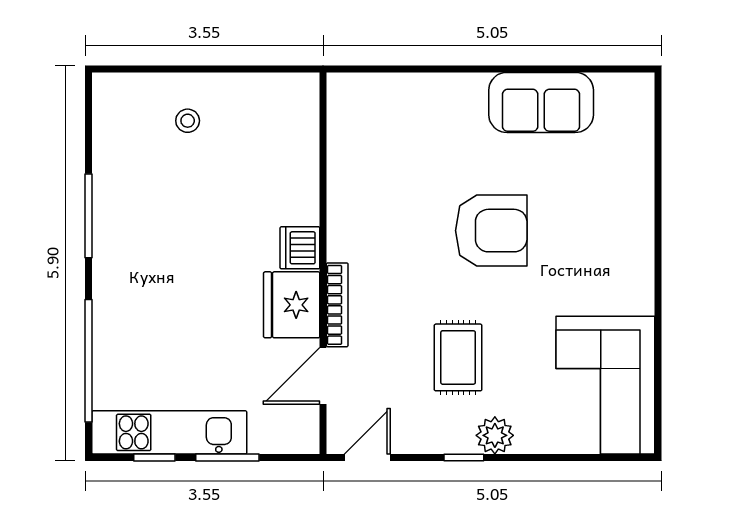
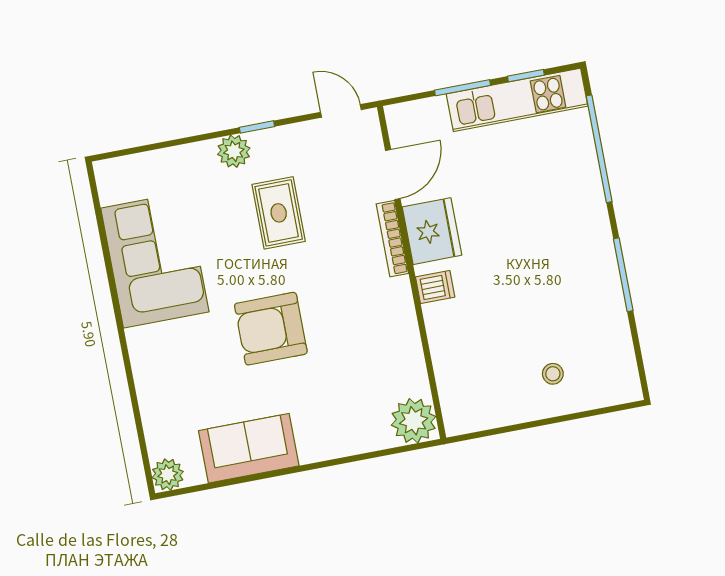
plant: (637, 90) -> (168, 475), added
plant: (352, 98) -> (414, 421), added
dishwasher: (300, 248) -> (435, 287), width x0.73
corner sofa: (605, 385) -> (155, 260), moved
door: (367, 458) -> (341, 111), swing flipped

